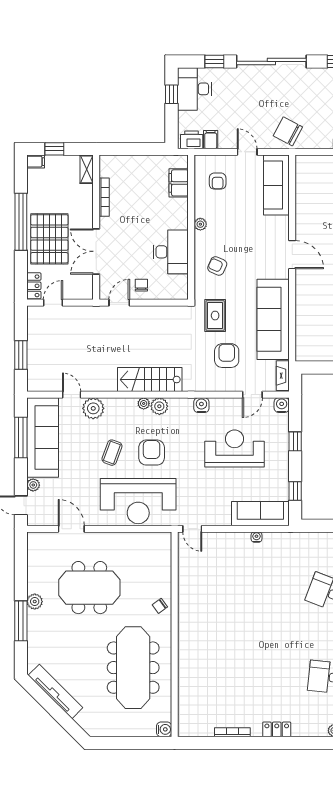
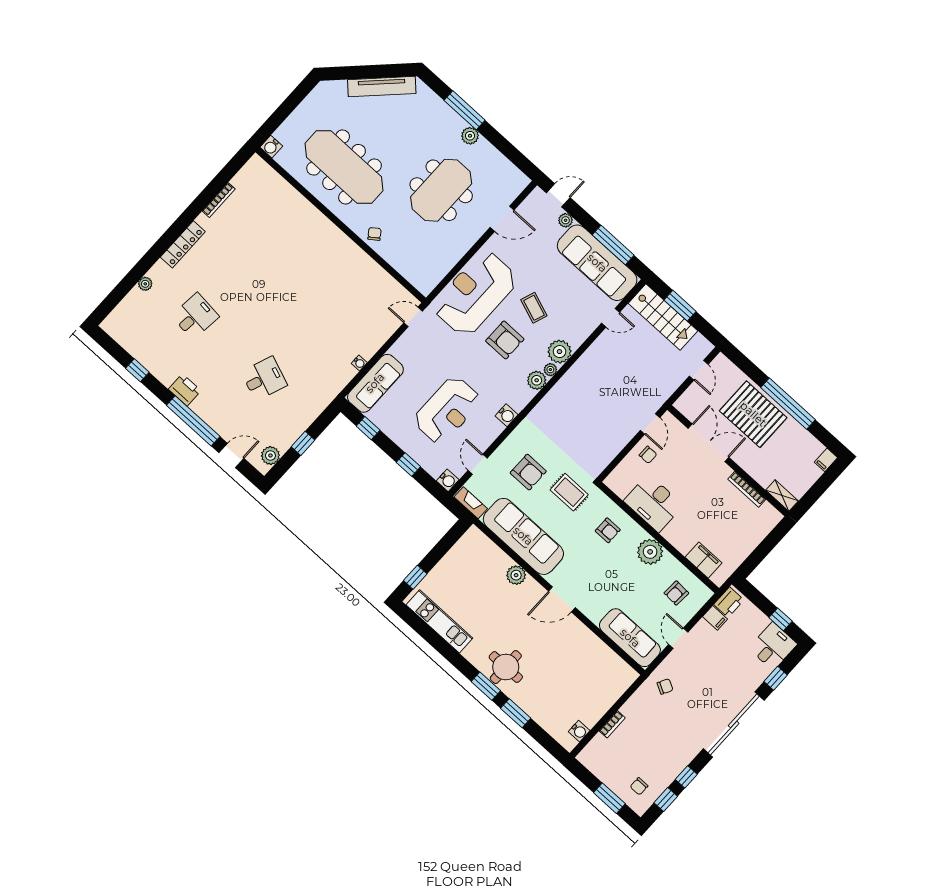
desk: (194, 89) -> (773, 646), width x0.73
chair: (288, 131) -> (665, 686), width x0.54, depth x0.54
window: (54, 149) -> (822, 484), removed
door: (247, 152) -> (678, 638), swing flipped
armchair: (218, 181) -> (676, 593), turned -87
plant: (200, 224) -> (650, 552), width x1.87, depth x1.87
armchair: (217, 266) -> (608, 530), turned 66
locker: (34, 286) -> (727, 367), removed
plant: (304, 301) -> (516, 575), added
stairs: (150, 380) -> (663, 317), moved, turned 90
plant: (93, 408) -> (560, 352), moved
locker: (277, 729) -> (183, 244), width x1.53

